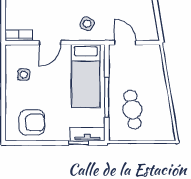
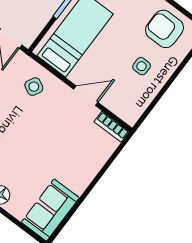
side table: (24, 75) -> (142, 66), moved

